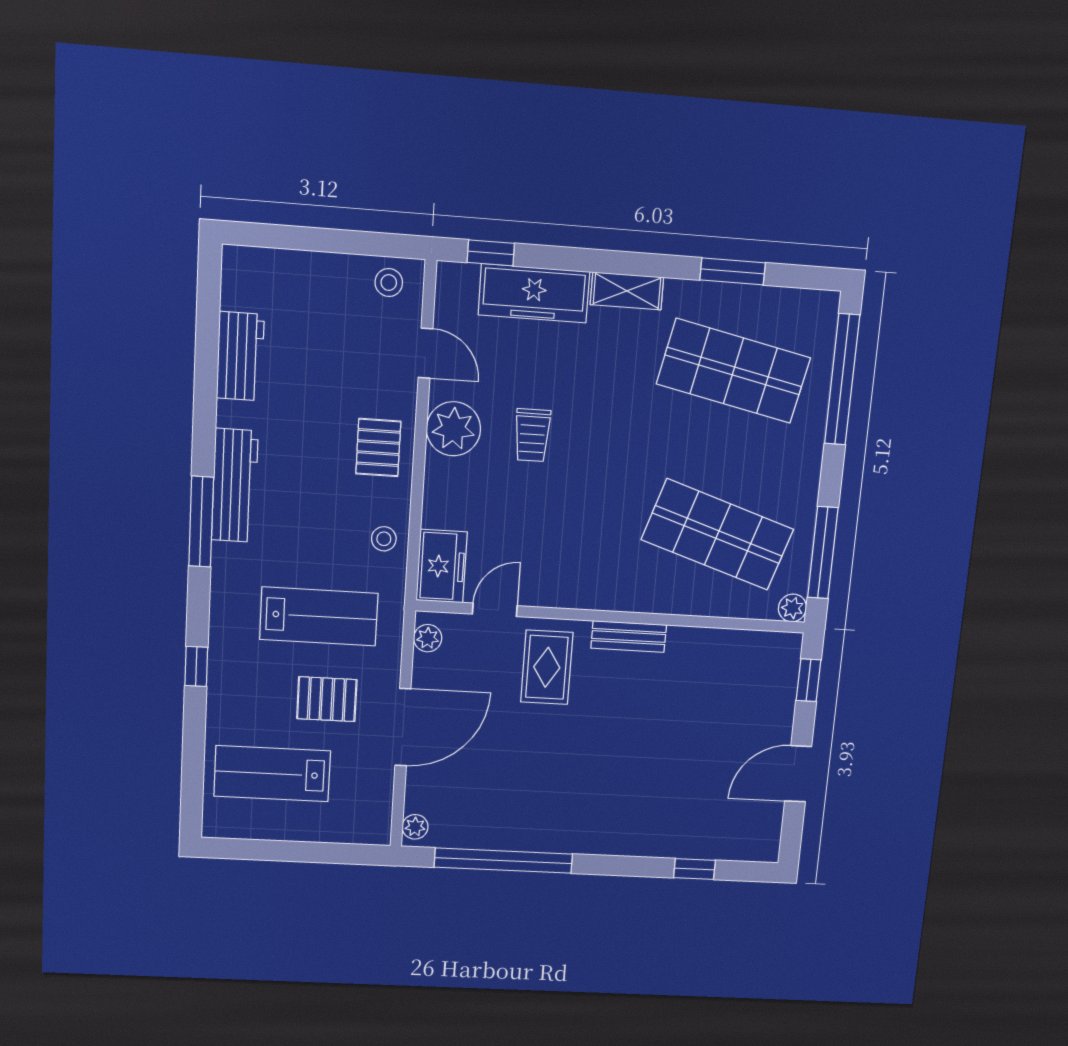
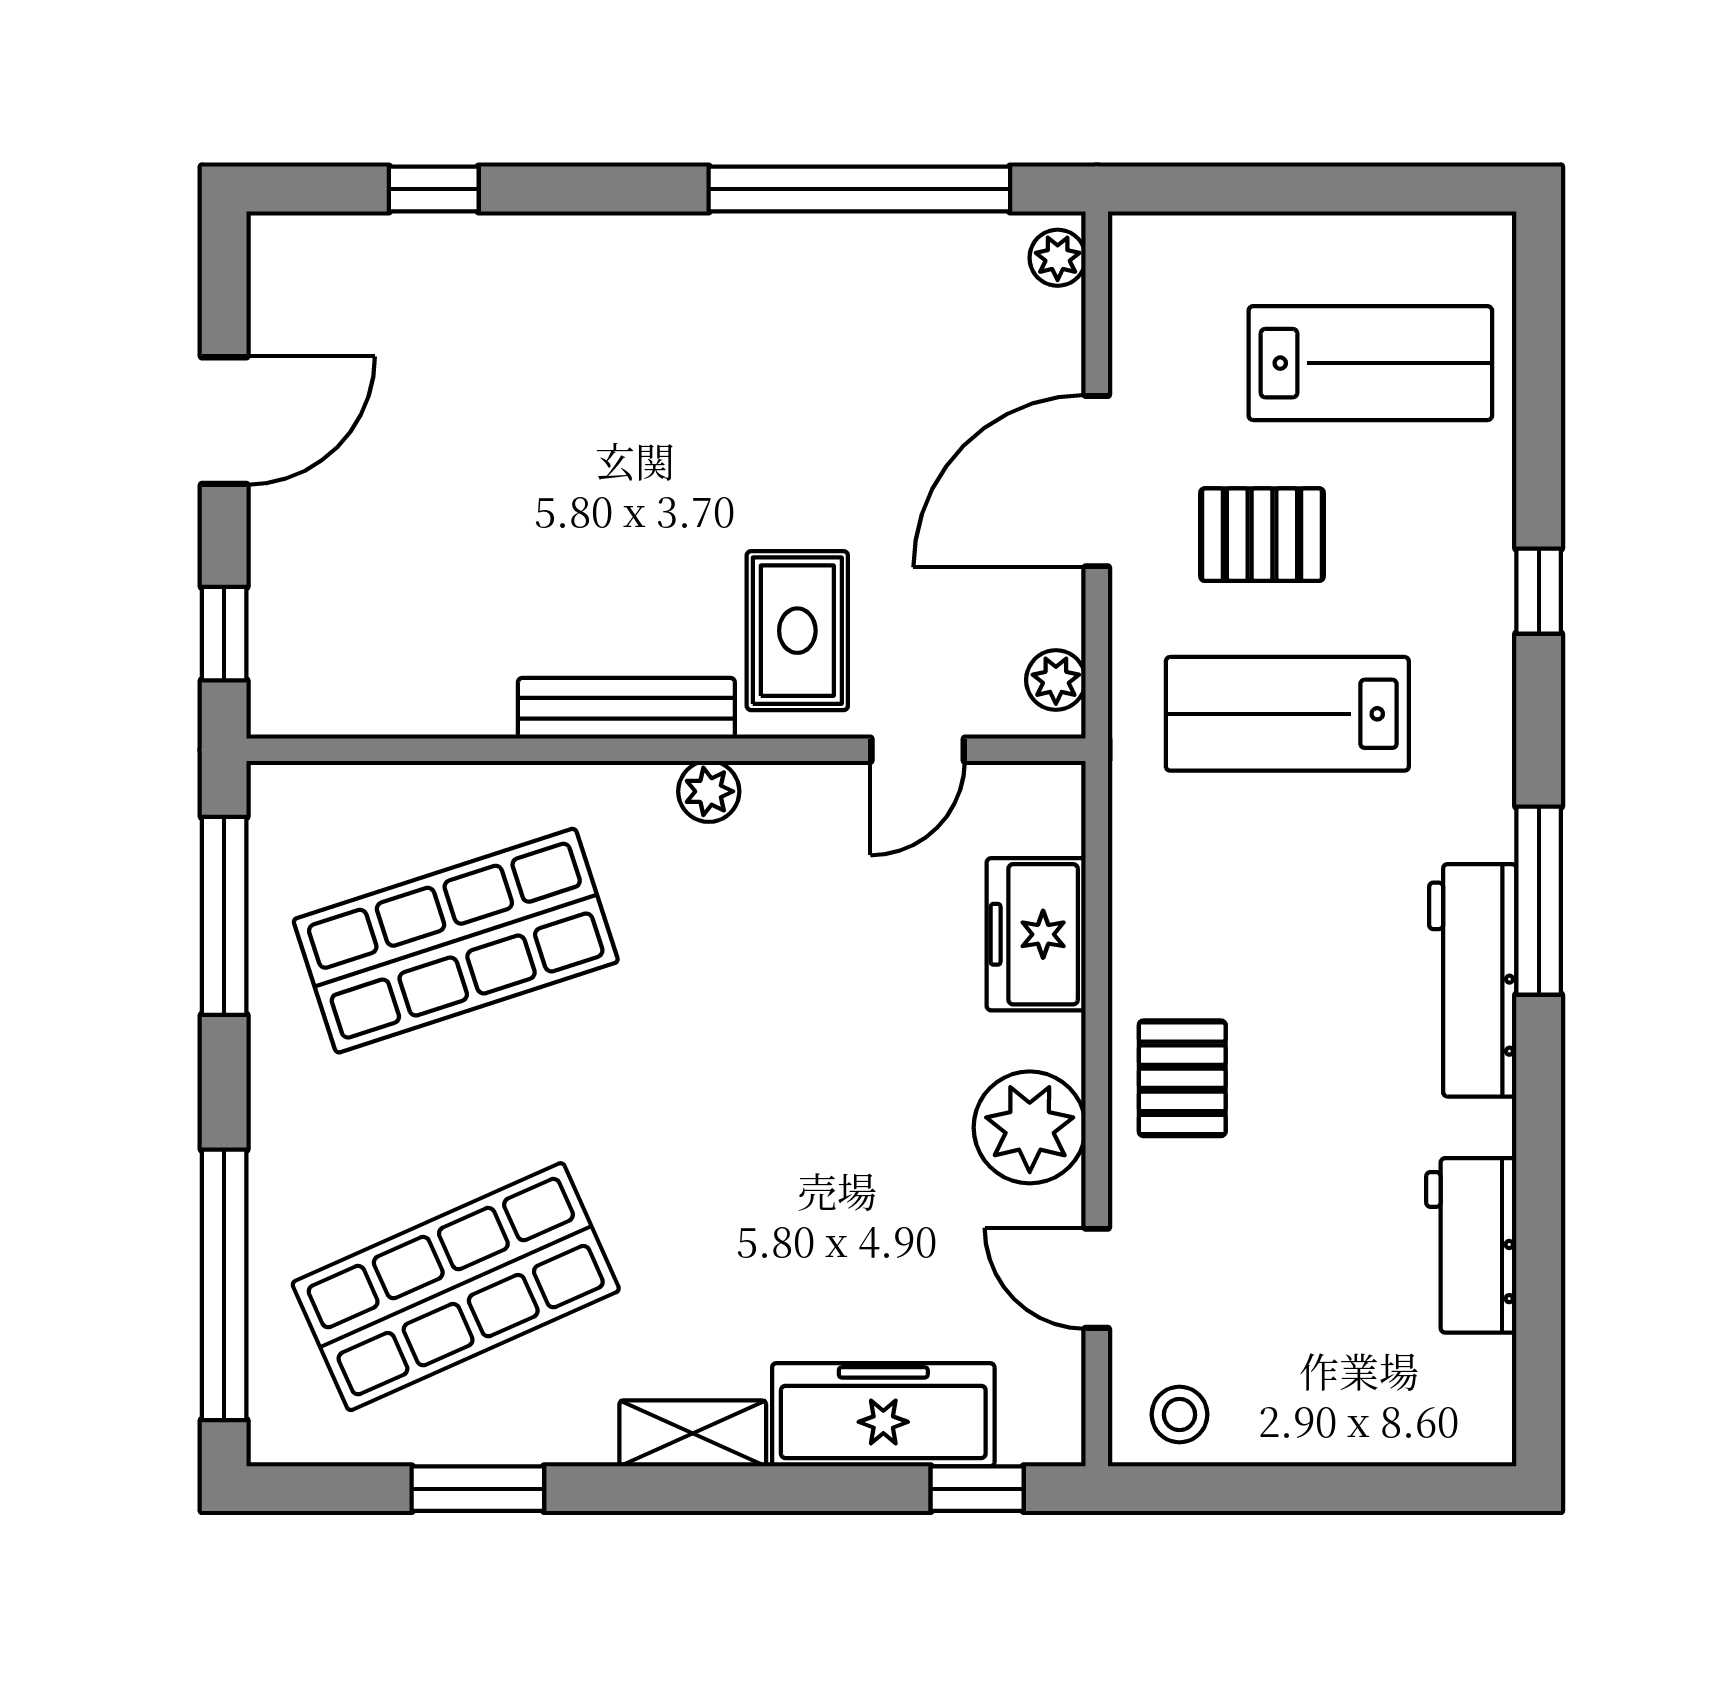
shop shelf: (733, 371) -> (456, 1287), turned -36
trolley: (532, 435) -> (865, 1125), removed
shop shelf: (717, 535) -> (456, 941), turned -36
stool: (384, 539) -> (1160, 888), removed
freezer: (442, 566) -> (1036, 934), moved
plant: (792, 608) -> (709, 791), moved
bench: (629, 637) -> (626, 708), width x1.36

